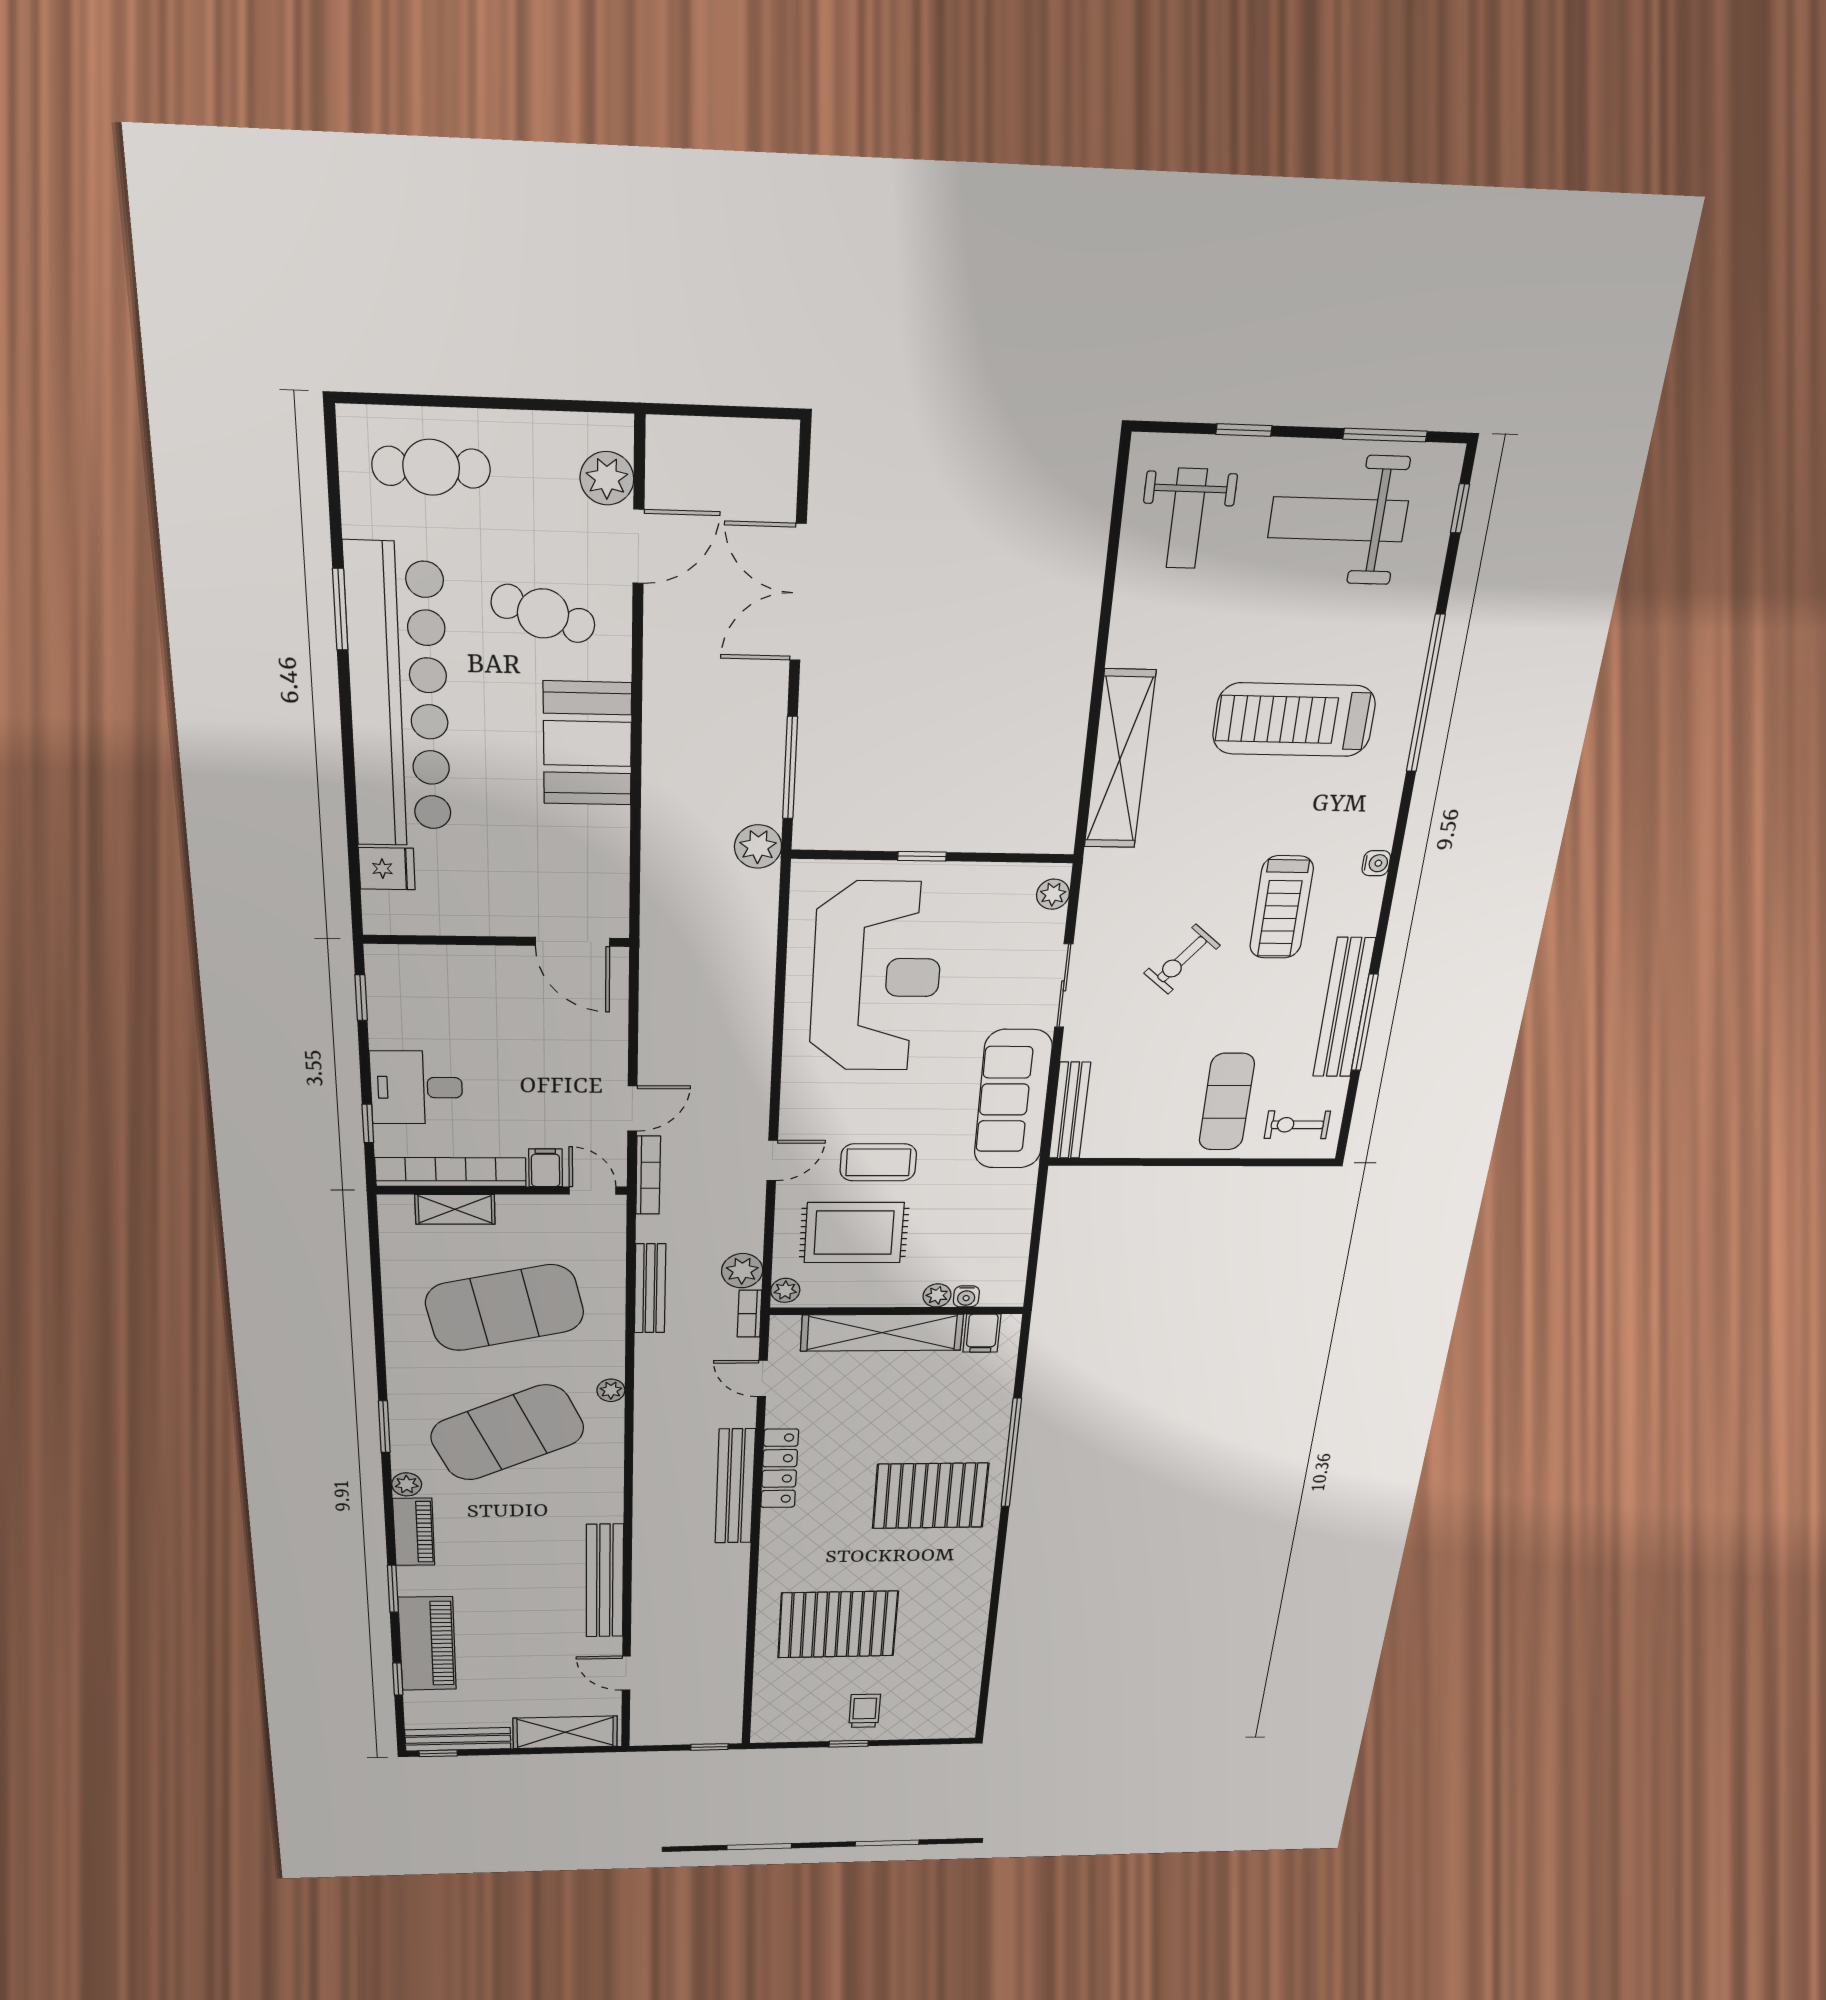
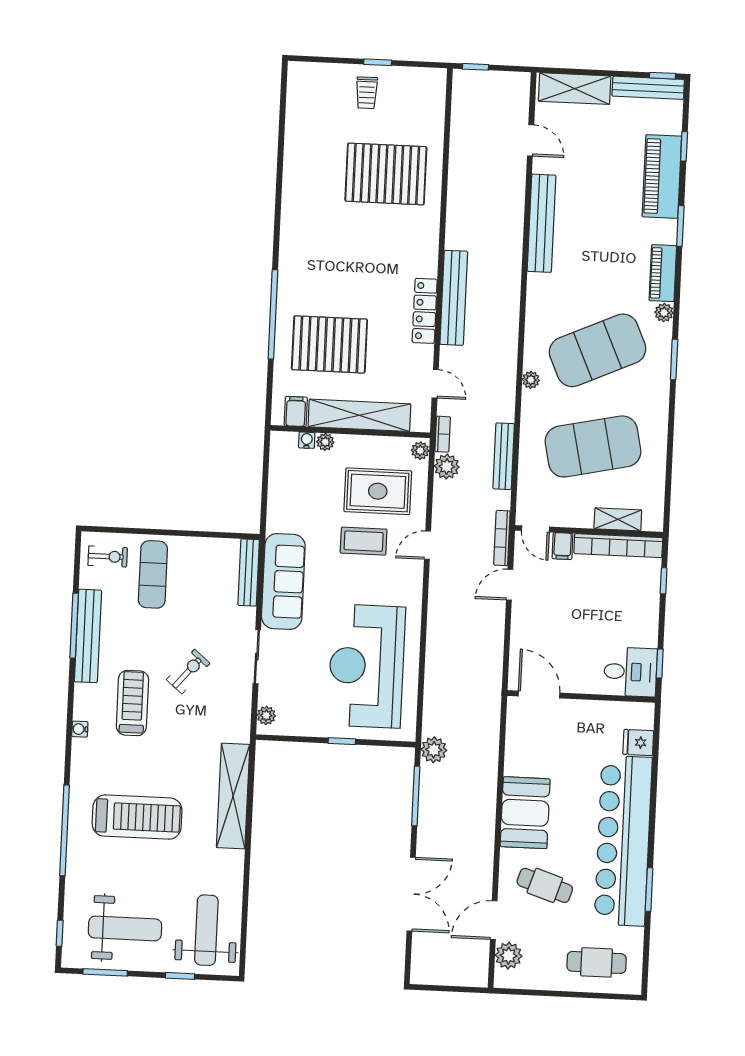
weight bench: (1187, 519) -> (206, 930), width x1.36, depth x1.33
desk: (417, 1088) -> (630, 672), moved
pallet: (930, 1496) -> (329, 344), moved

